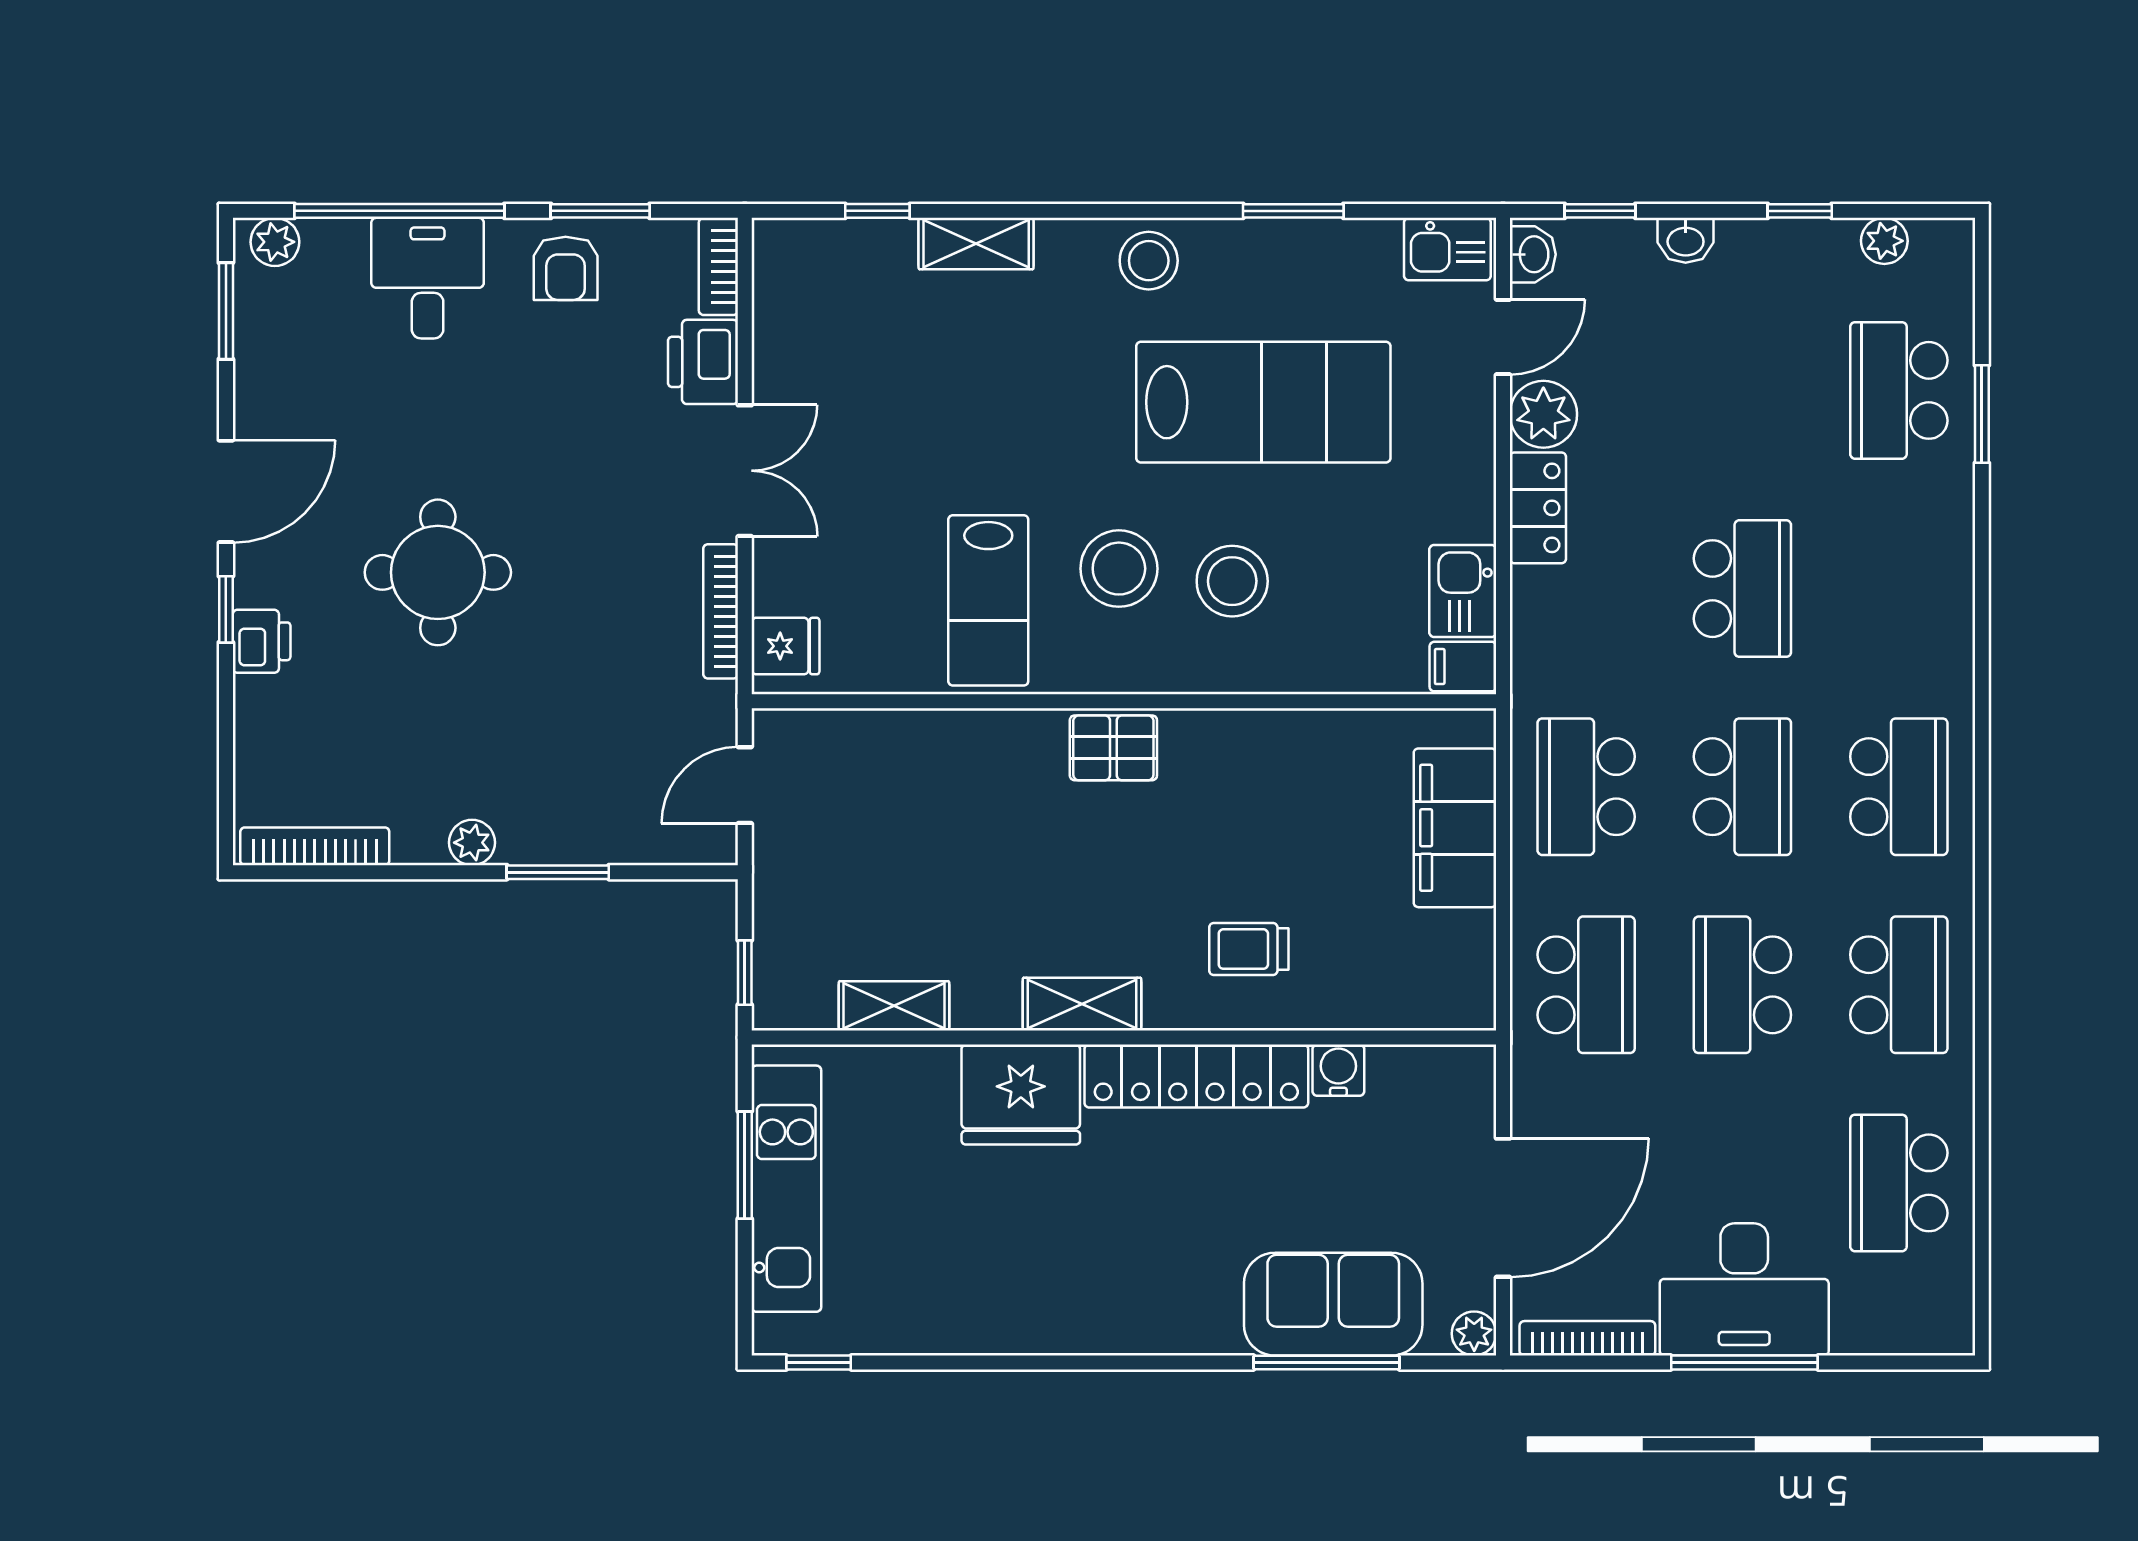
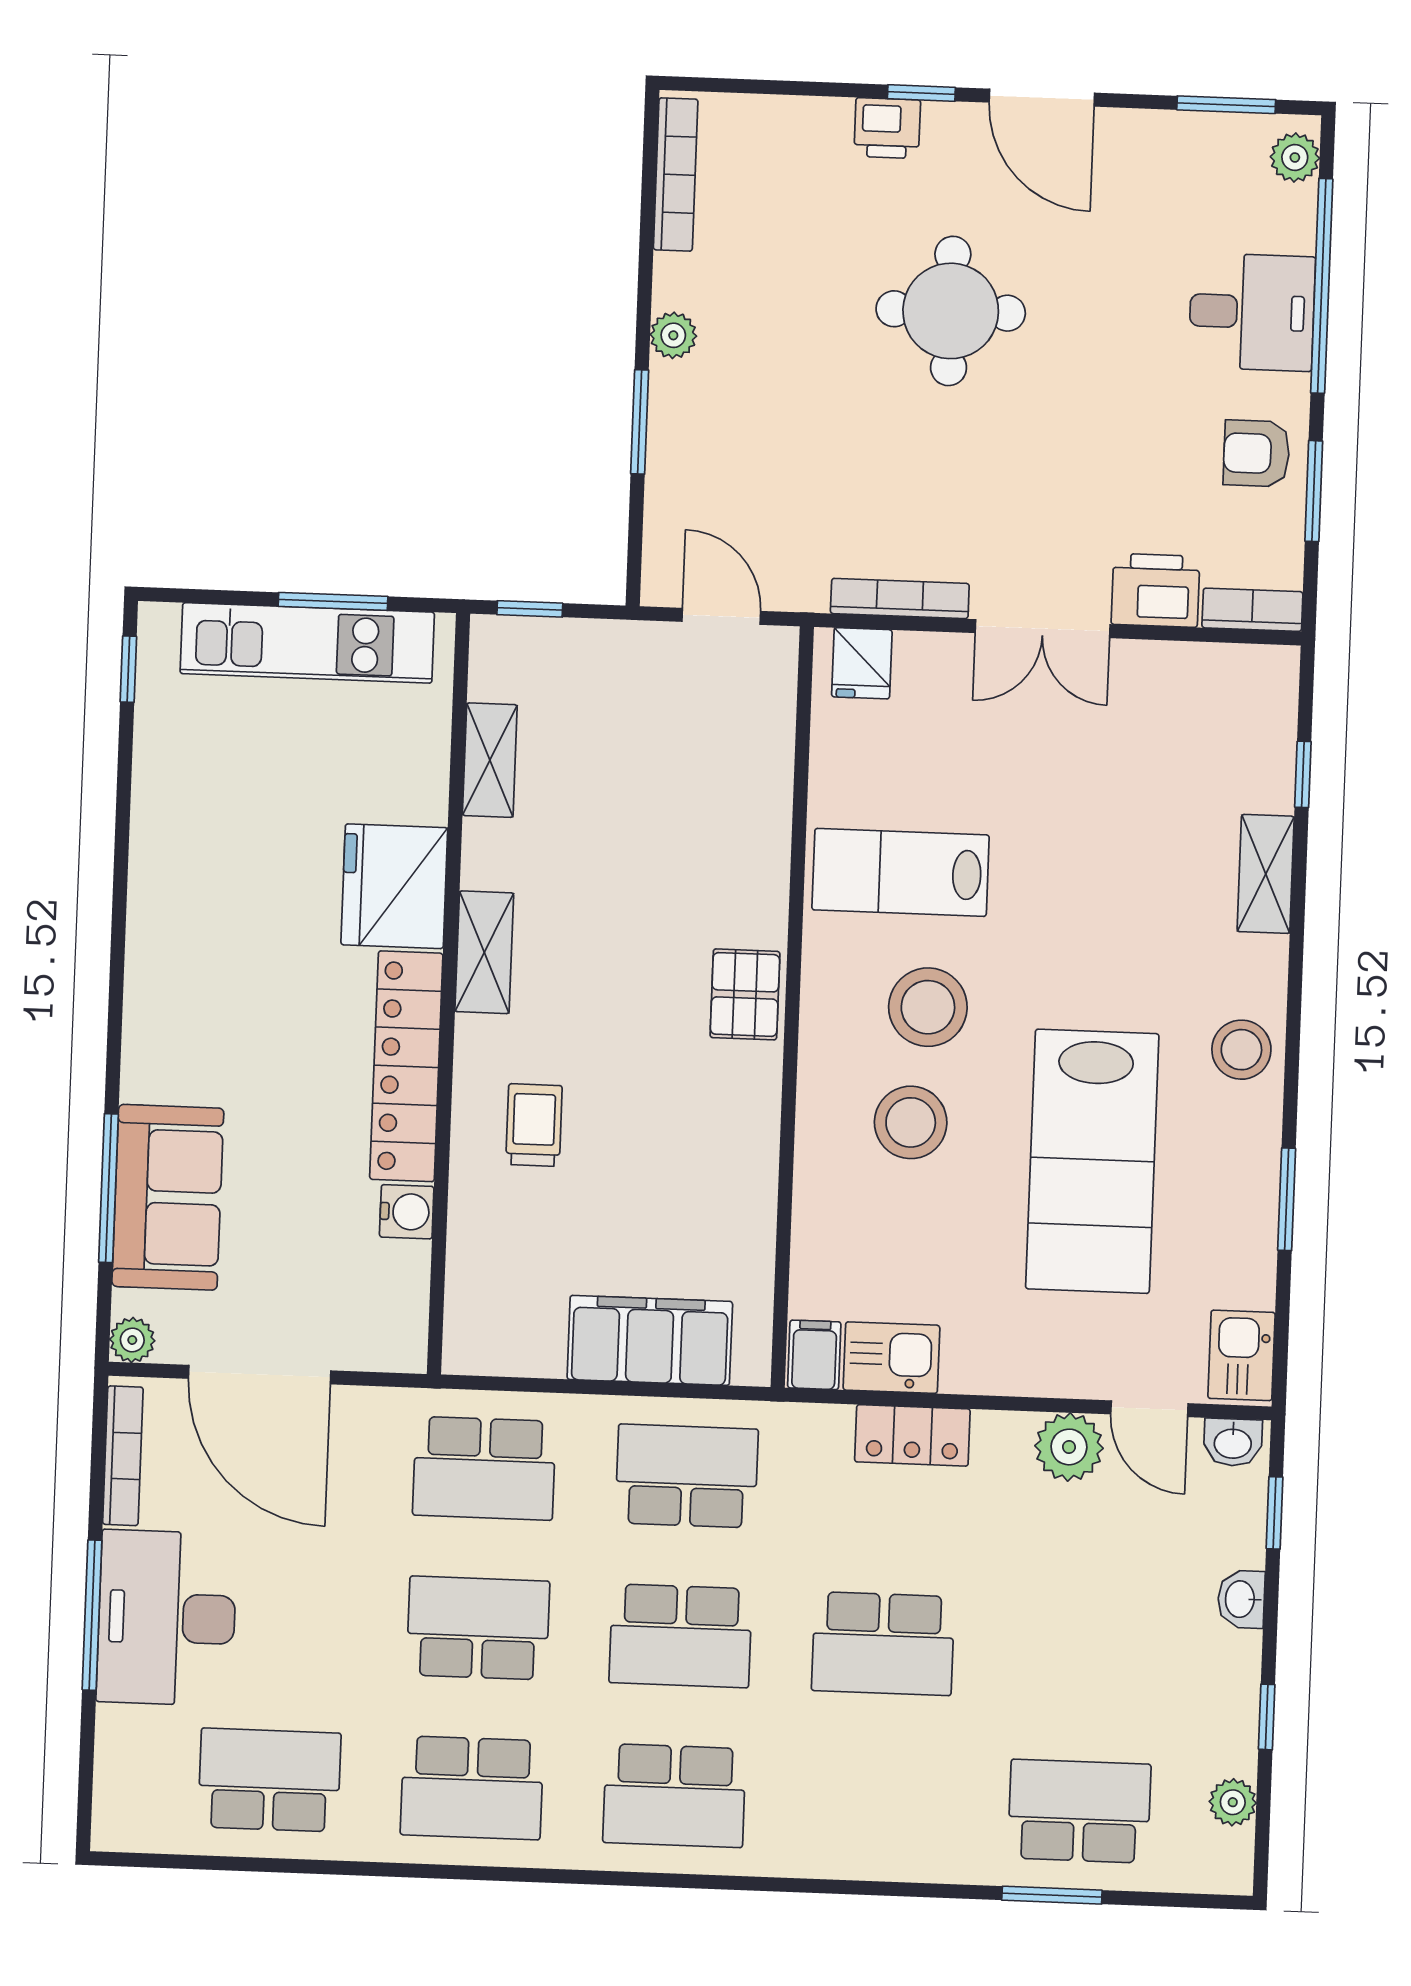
locker: (1538, 508) -> (912, 1435), moved

